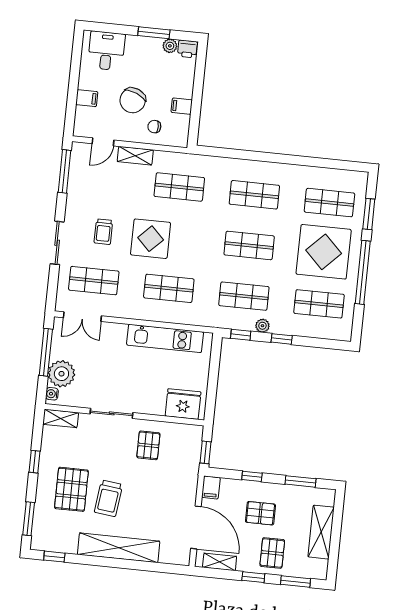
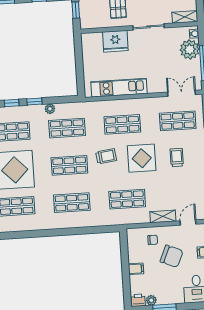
chair: (133, 100) -> (172, 256), turned 90
filing cabinet: (182, 106) -> (136, 269), moved
trolley: (198, 249) -> (106, 156), added
window: (241, 335) -> (12, 103), moved
fridge: (183, 404) -> (115, 41), moved

